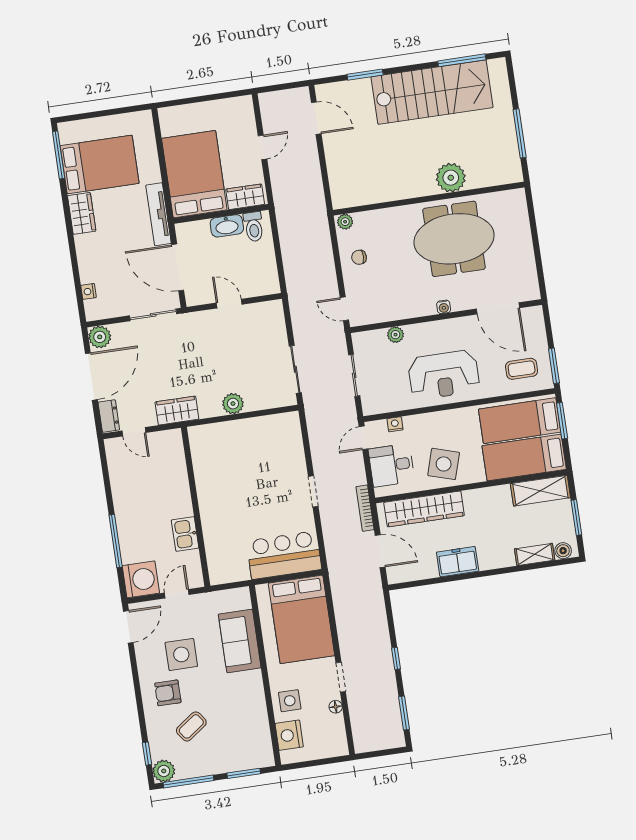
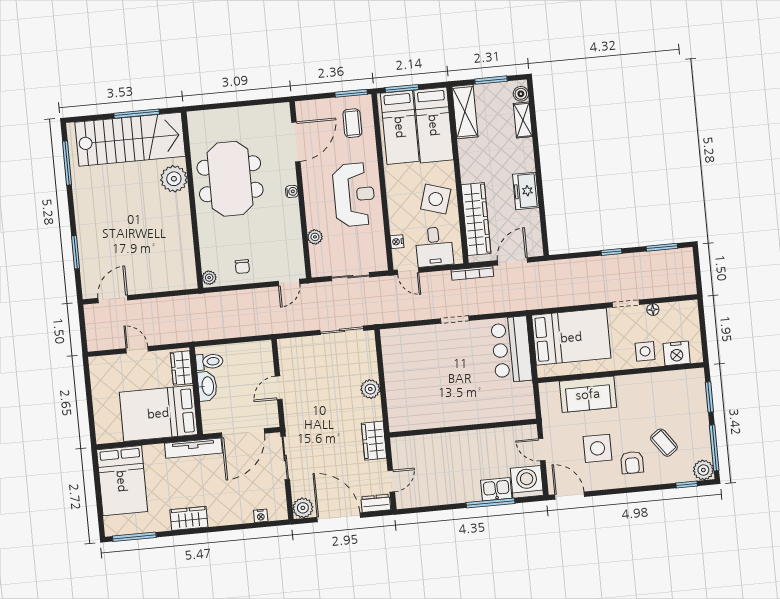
stairs: (432, 92) -> (130, 139), moved, turned 90
bed: (100, 165) -> (122, 481), moved, turned 180
kitchen sink: (185, 534) -> (496, 489), moved, turned 180

